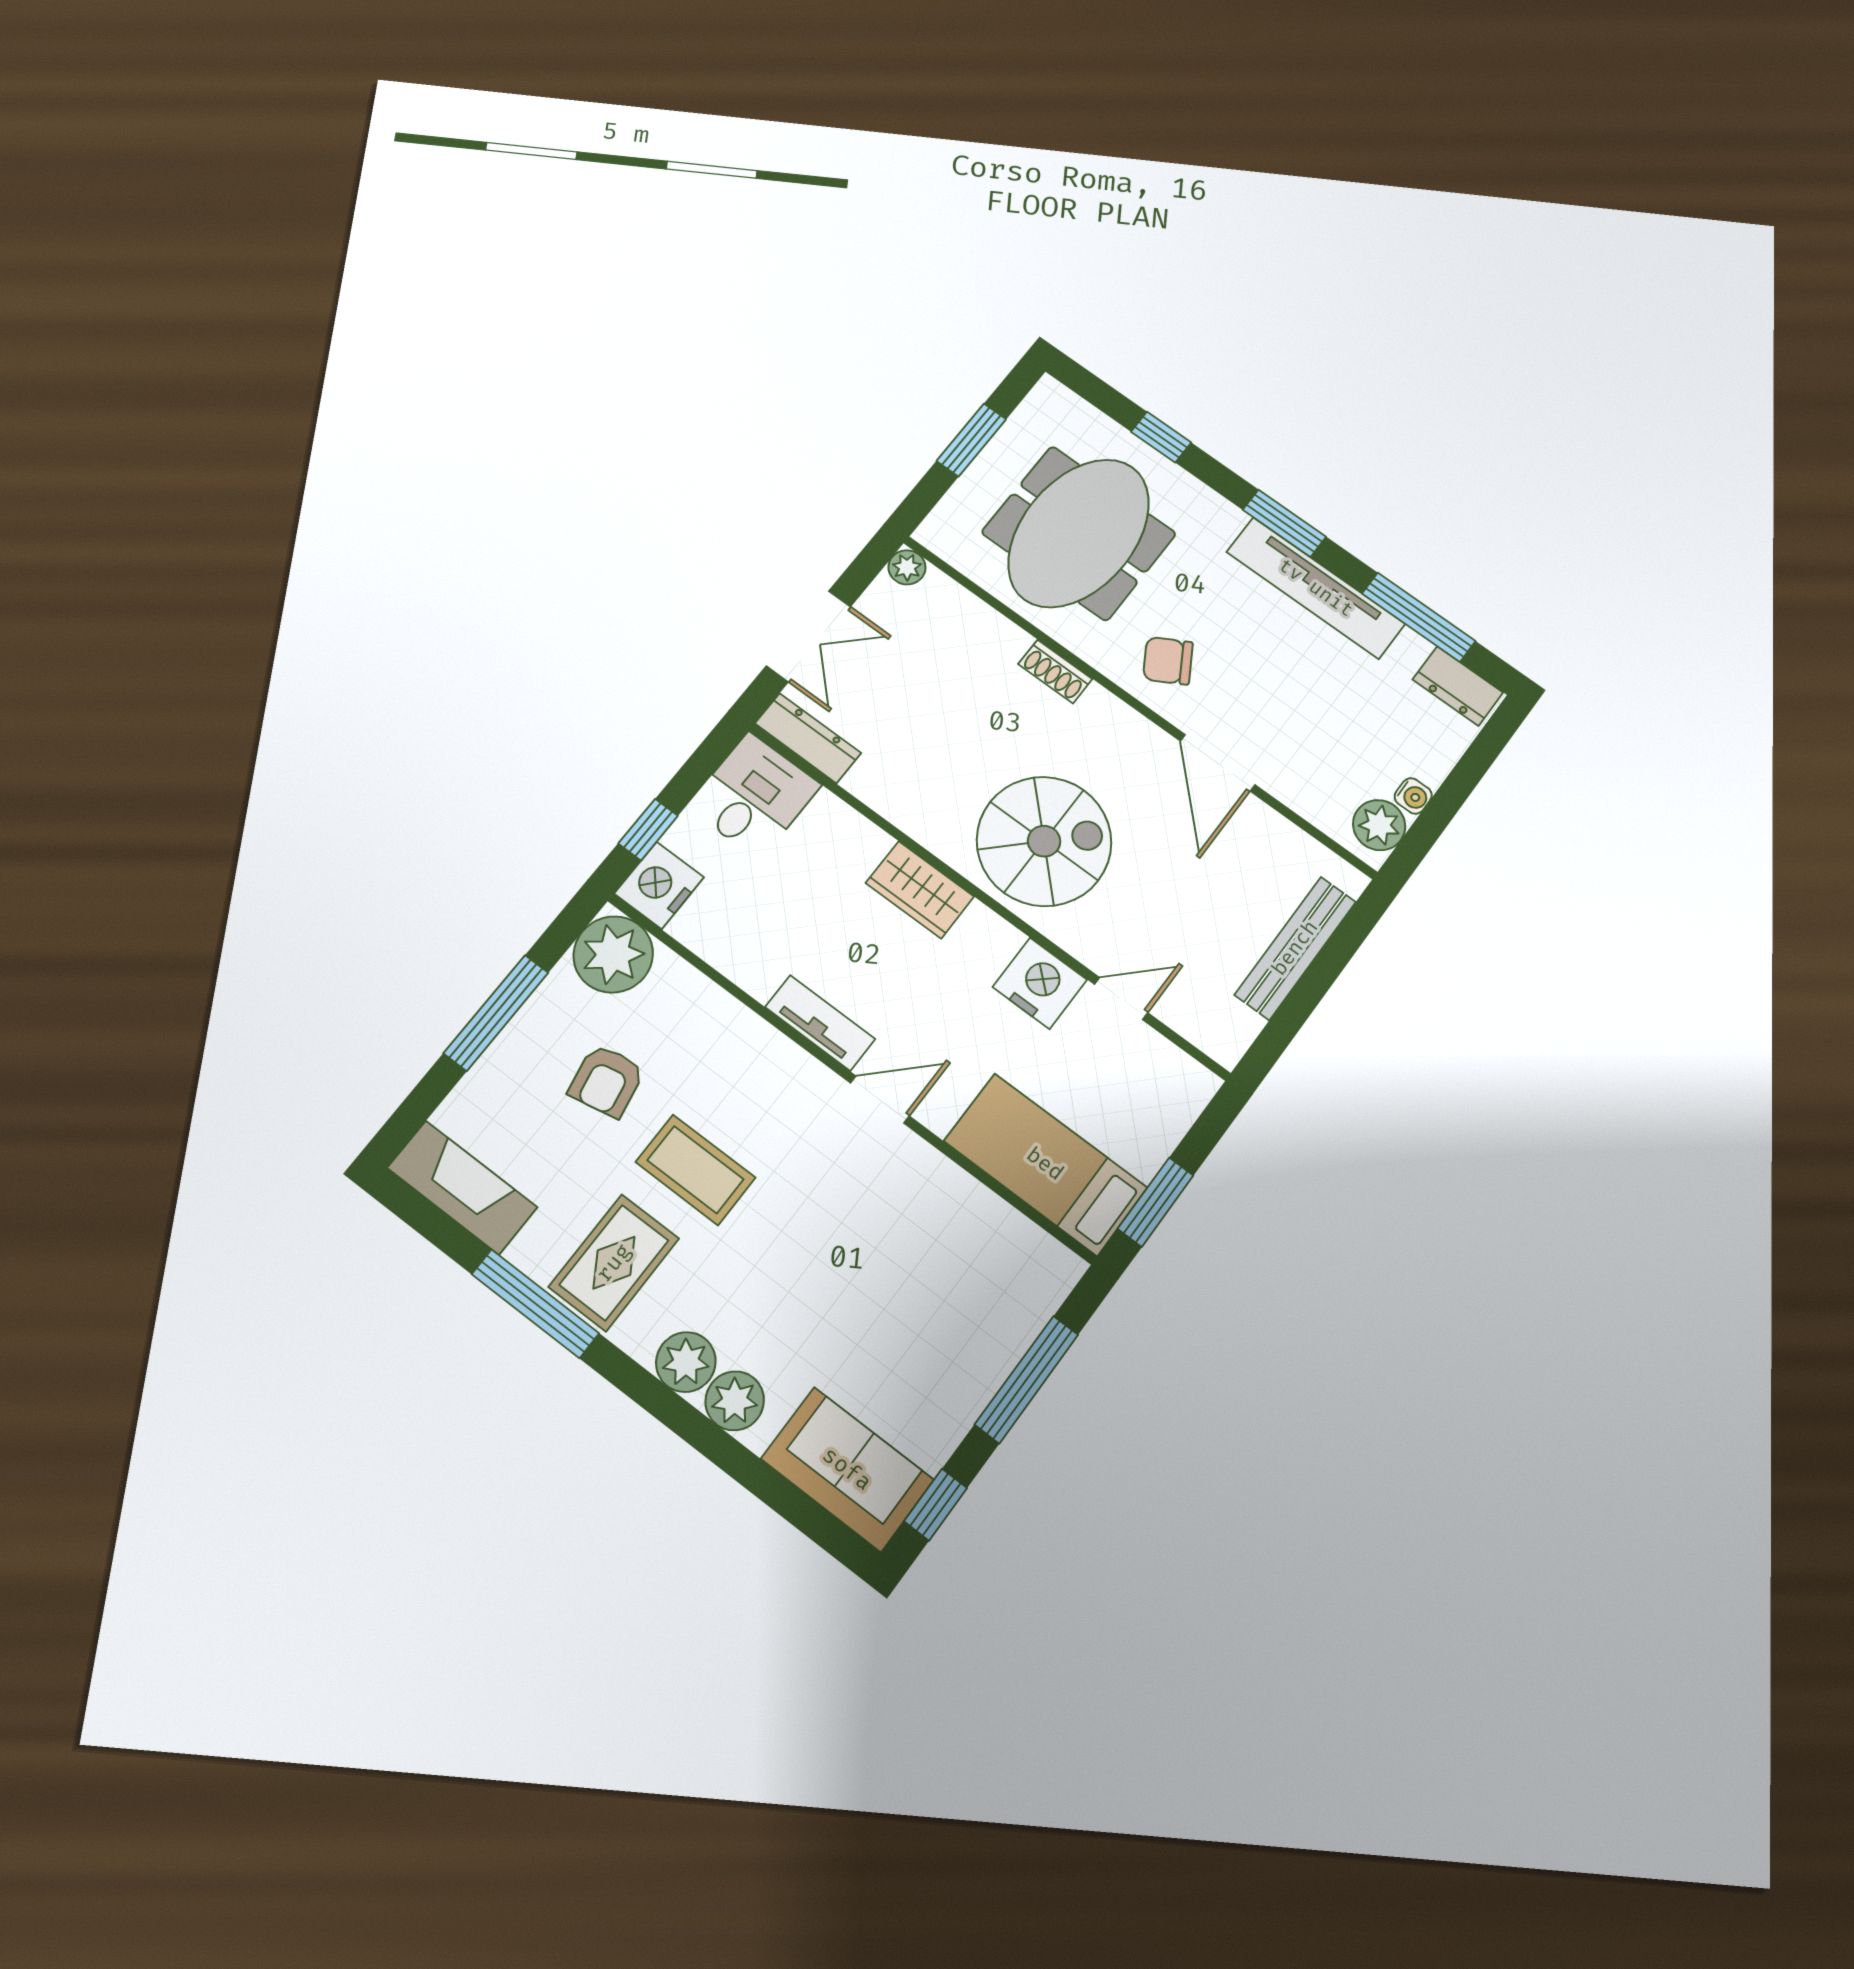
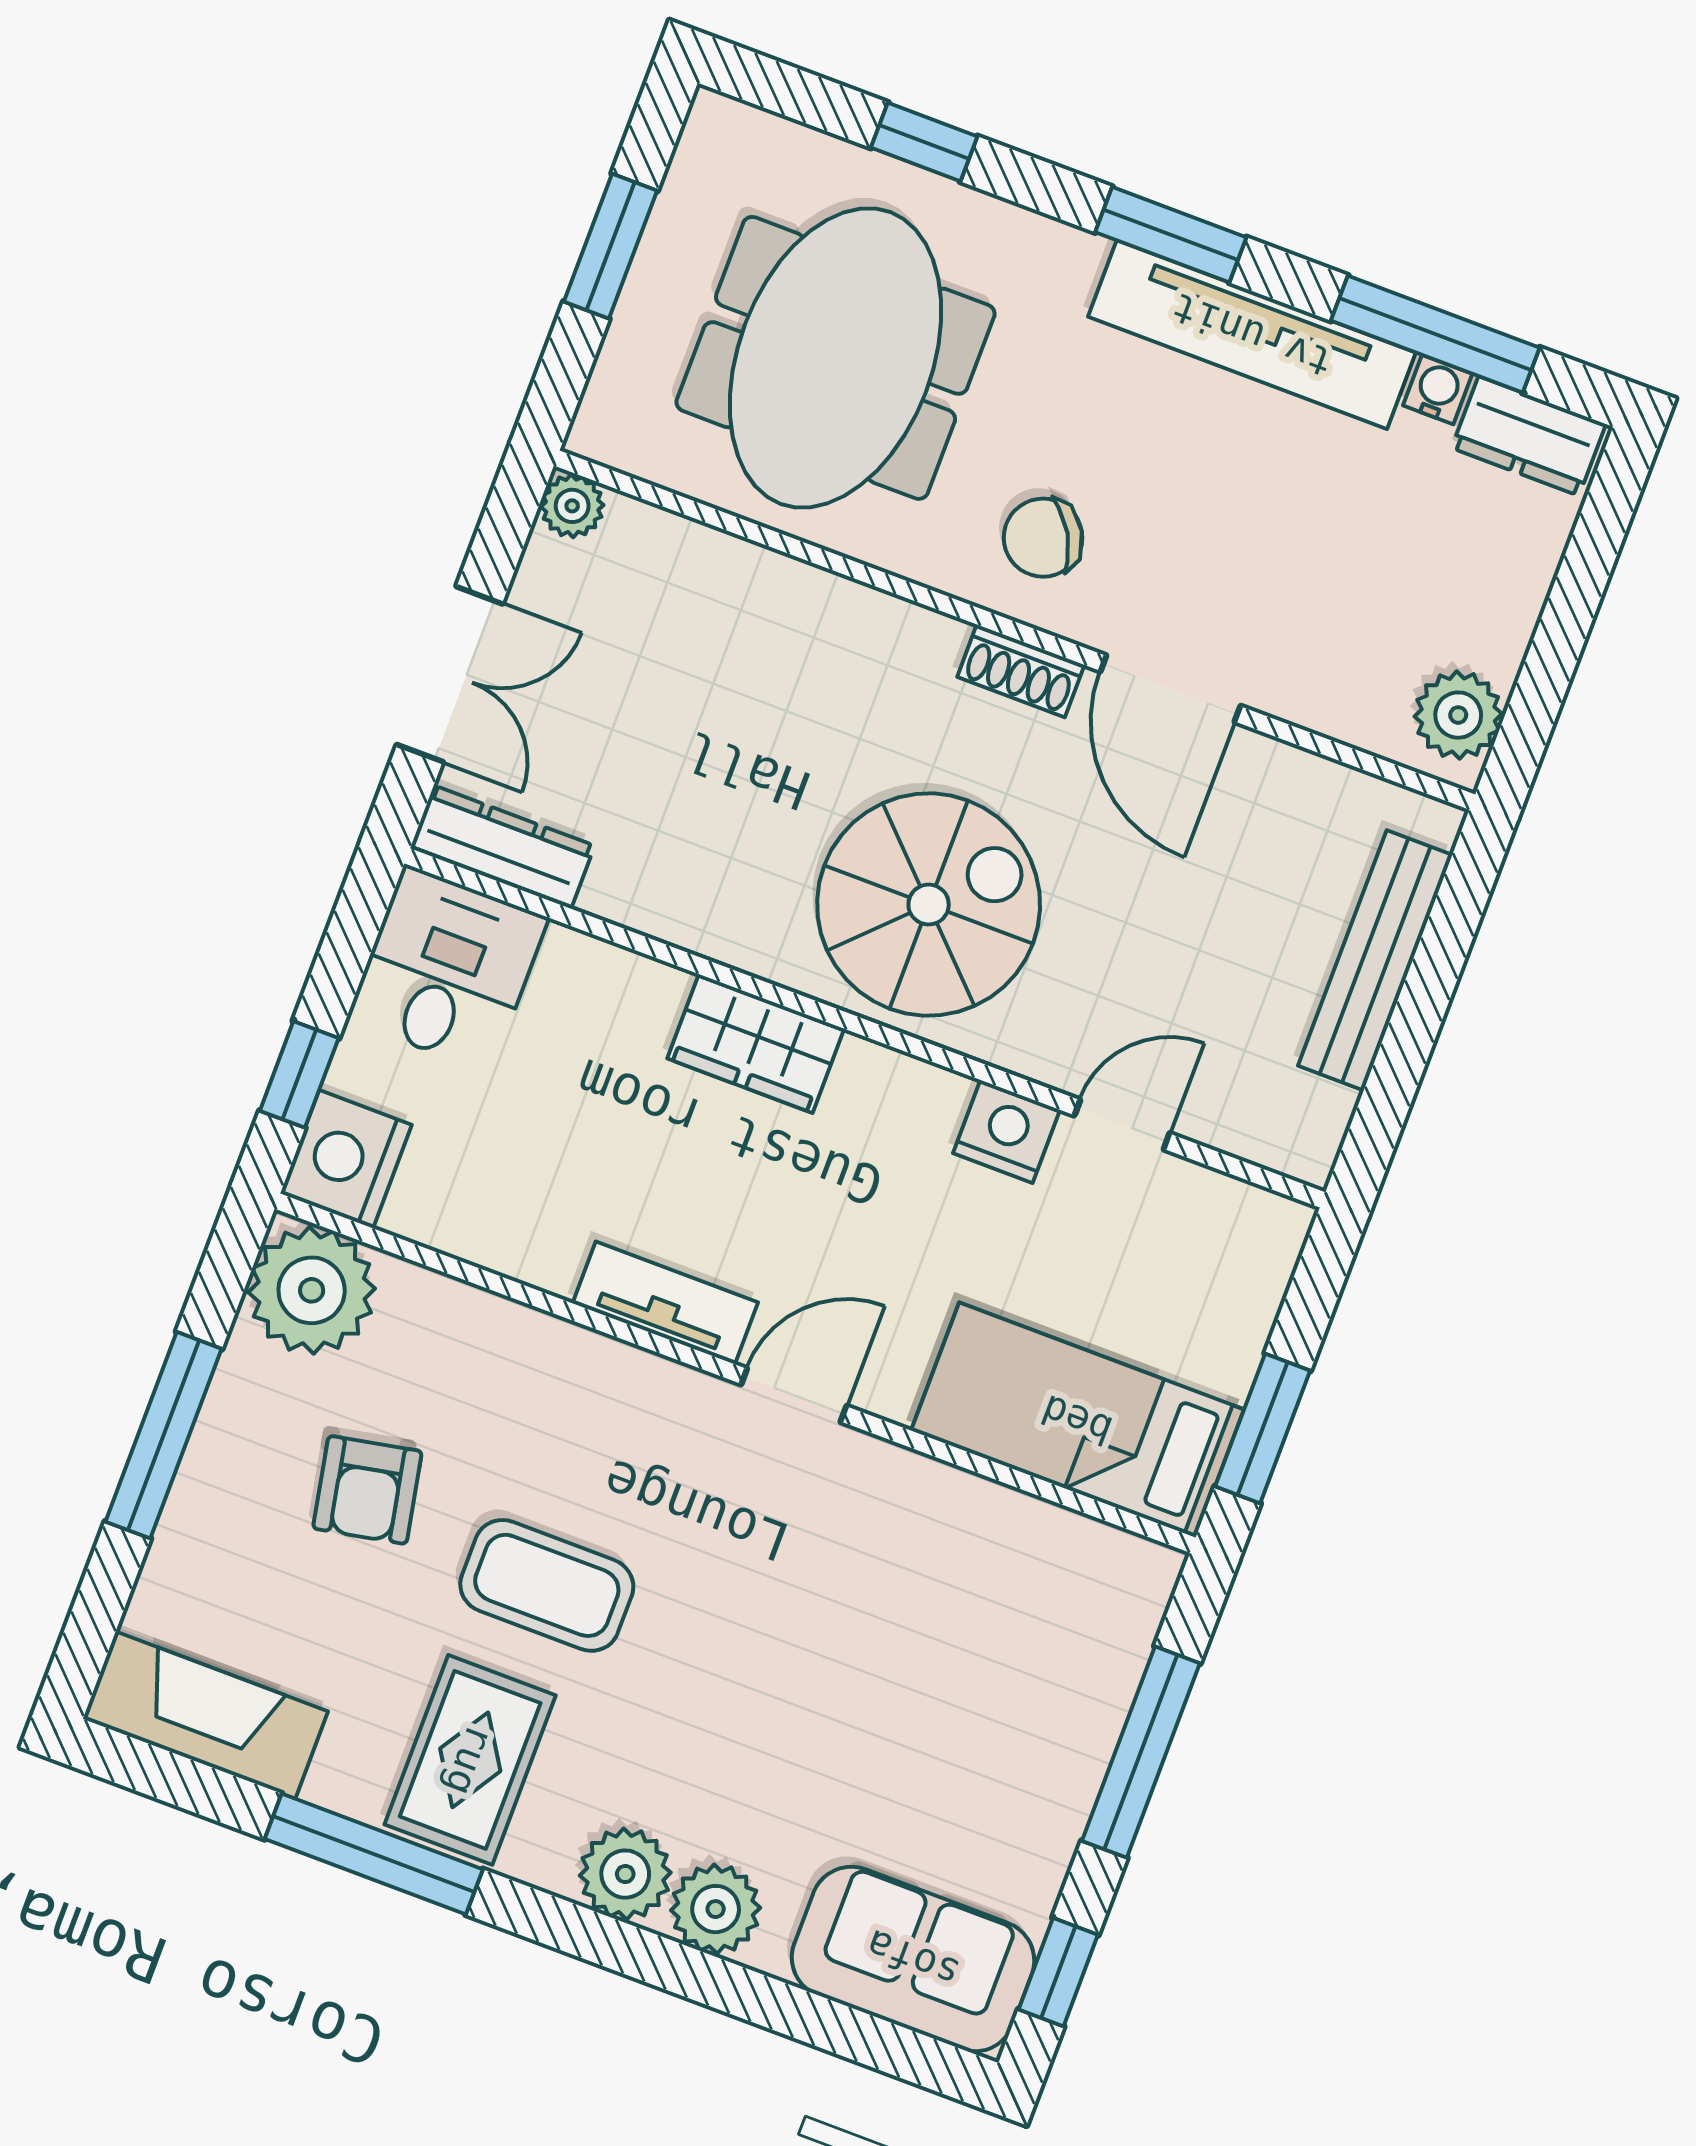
shoe rack: (1055, 671) -> (1021, 671), moved
water cooler: (1413, 796) -> (1438, 390), moved, turned -90
nightstand: (1040, 983) -> (1007, 1131), width x0.74, depth x0.75

